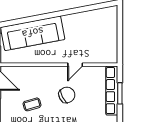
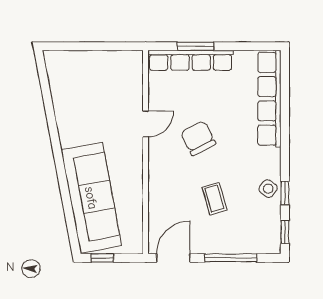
door: (75, 65) -> (146, 124), hinge flipped

